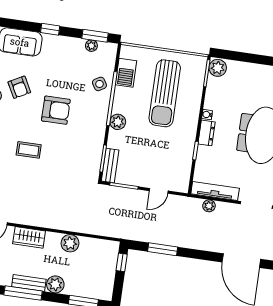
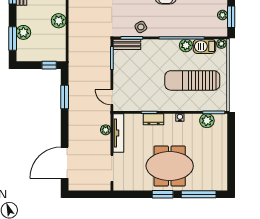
plant: (126, 52) -> (221, 44), added
plant: (218, 68) -> (207, 121), moved
side table: (99, 84) -> (141, 27), moved
plant: (118, 122) -> (186, 45), moved
dresser: (207, 133) -> (154, 119), moved
door: (159, 191) -> (112, 97), moved
plant: (55, 284) -> (23, 32), moved

